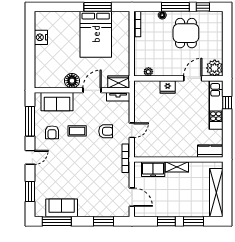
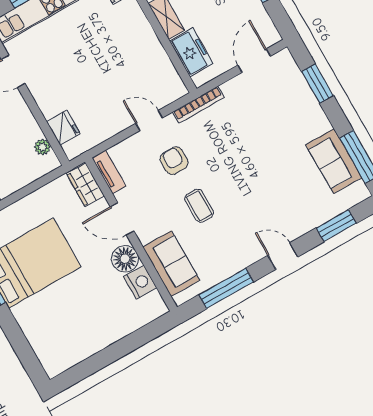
nightstand: (41, 37) -> (140, 282), moved, turned -90
fridge: (168, 87) -> (63, 128), moved
armchair: (52, 132) -> (224, 244), removed

